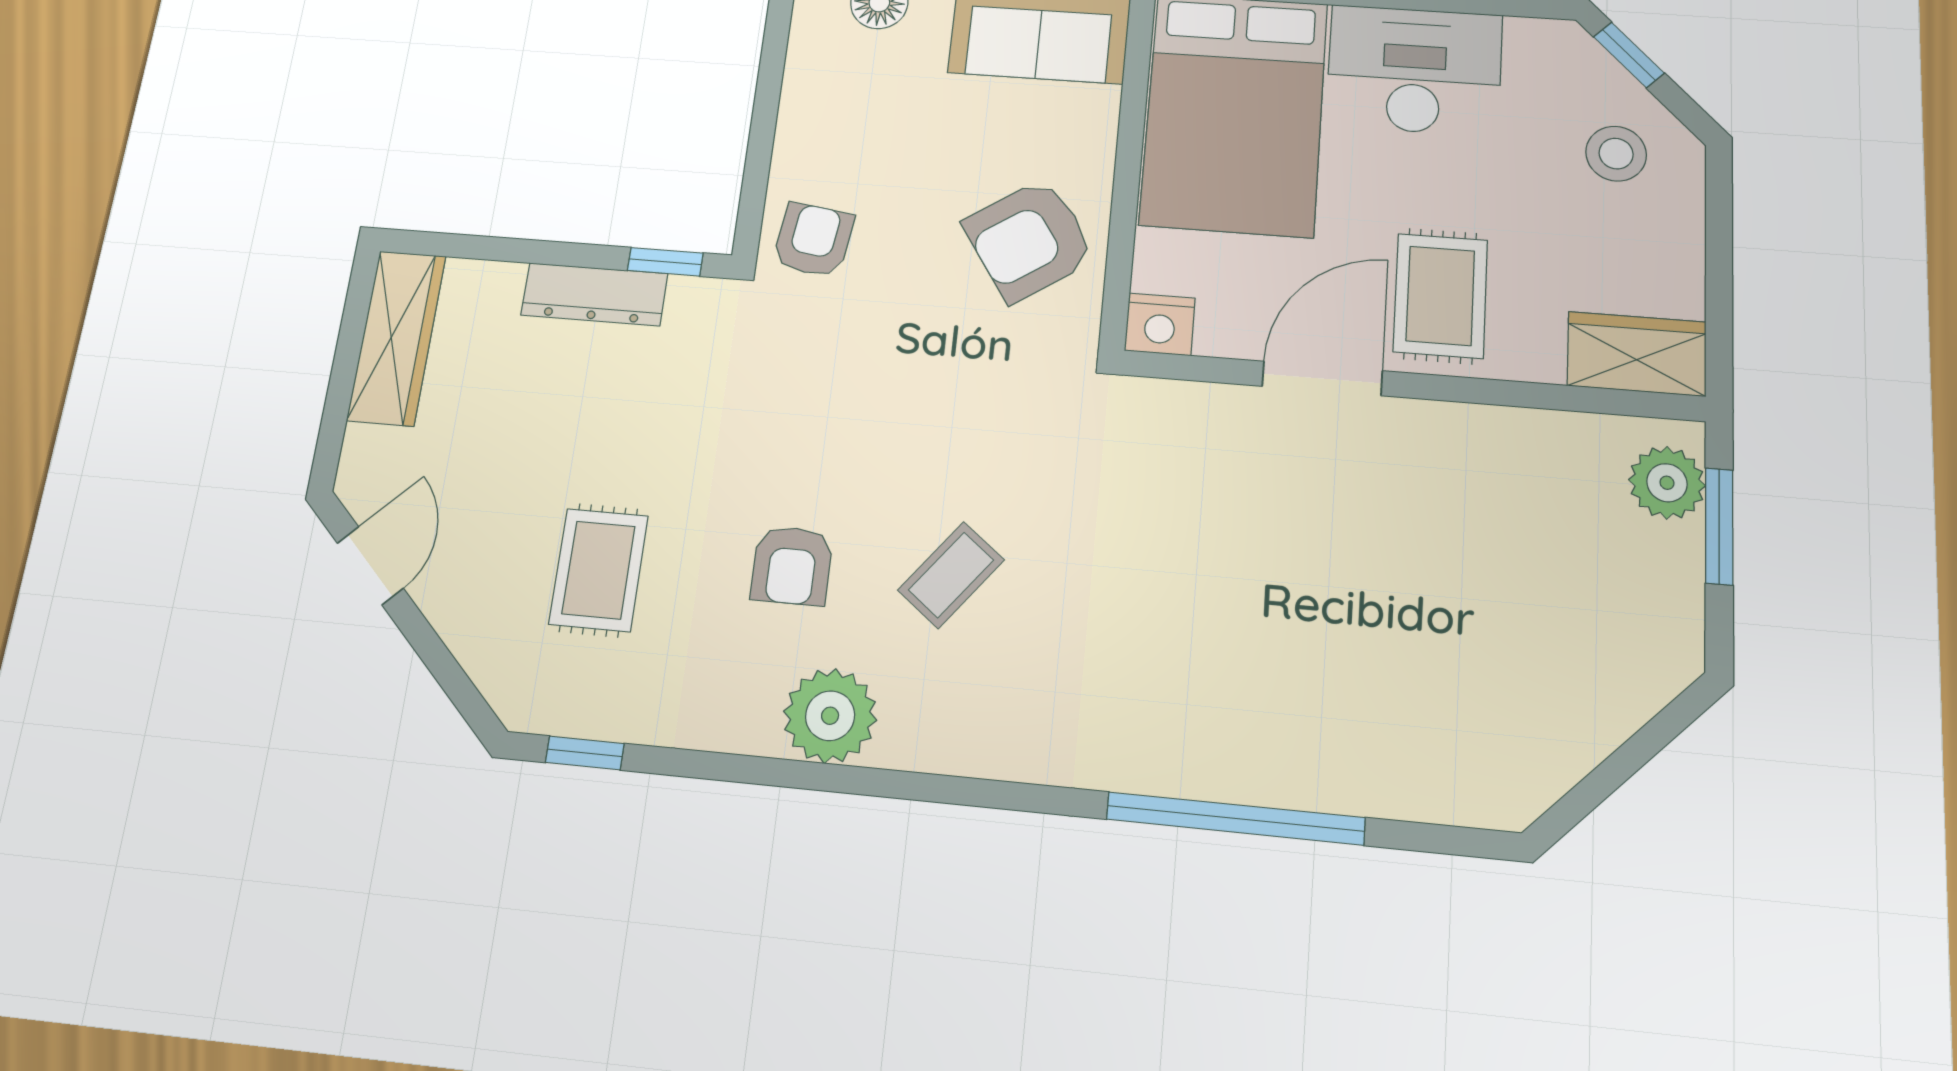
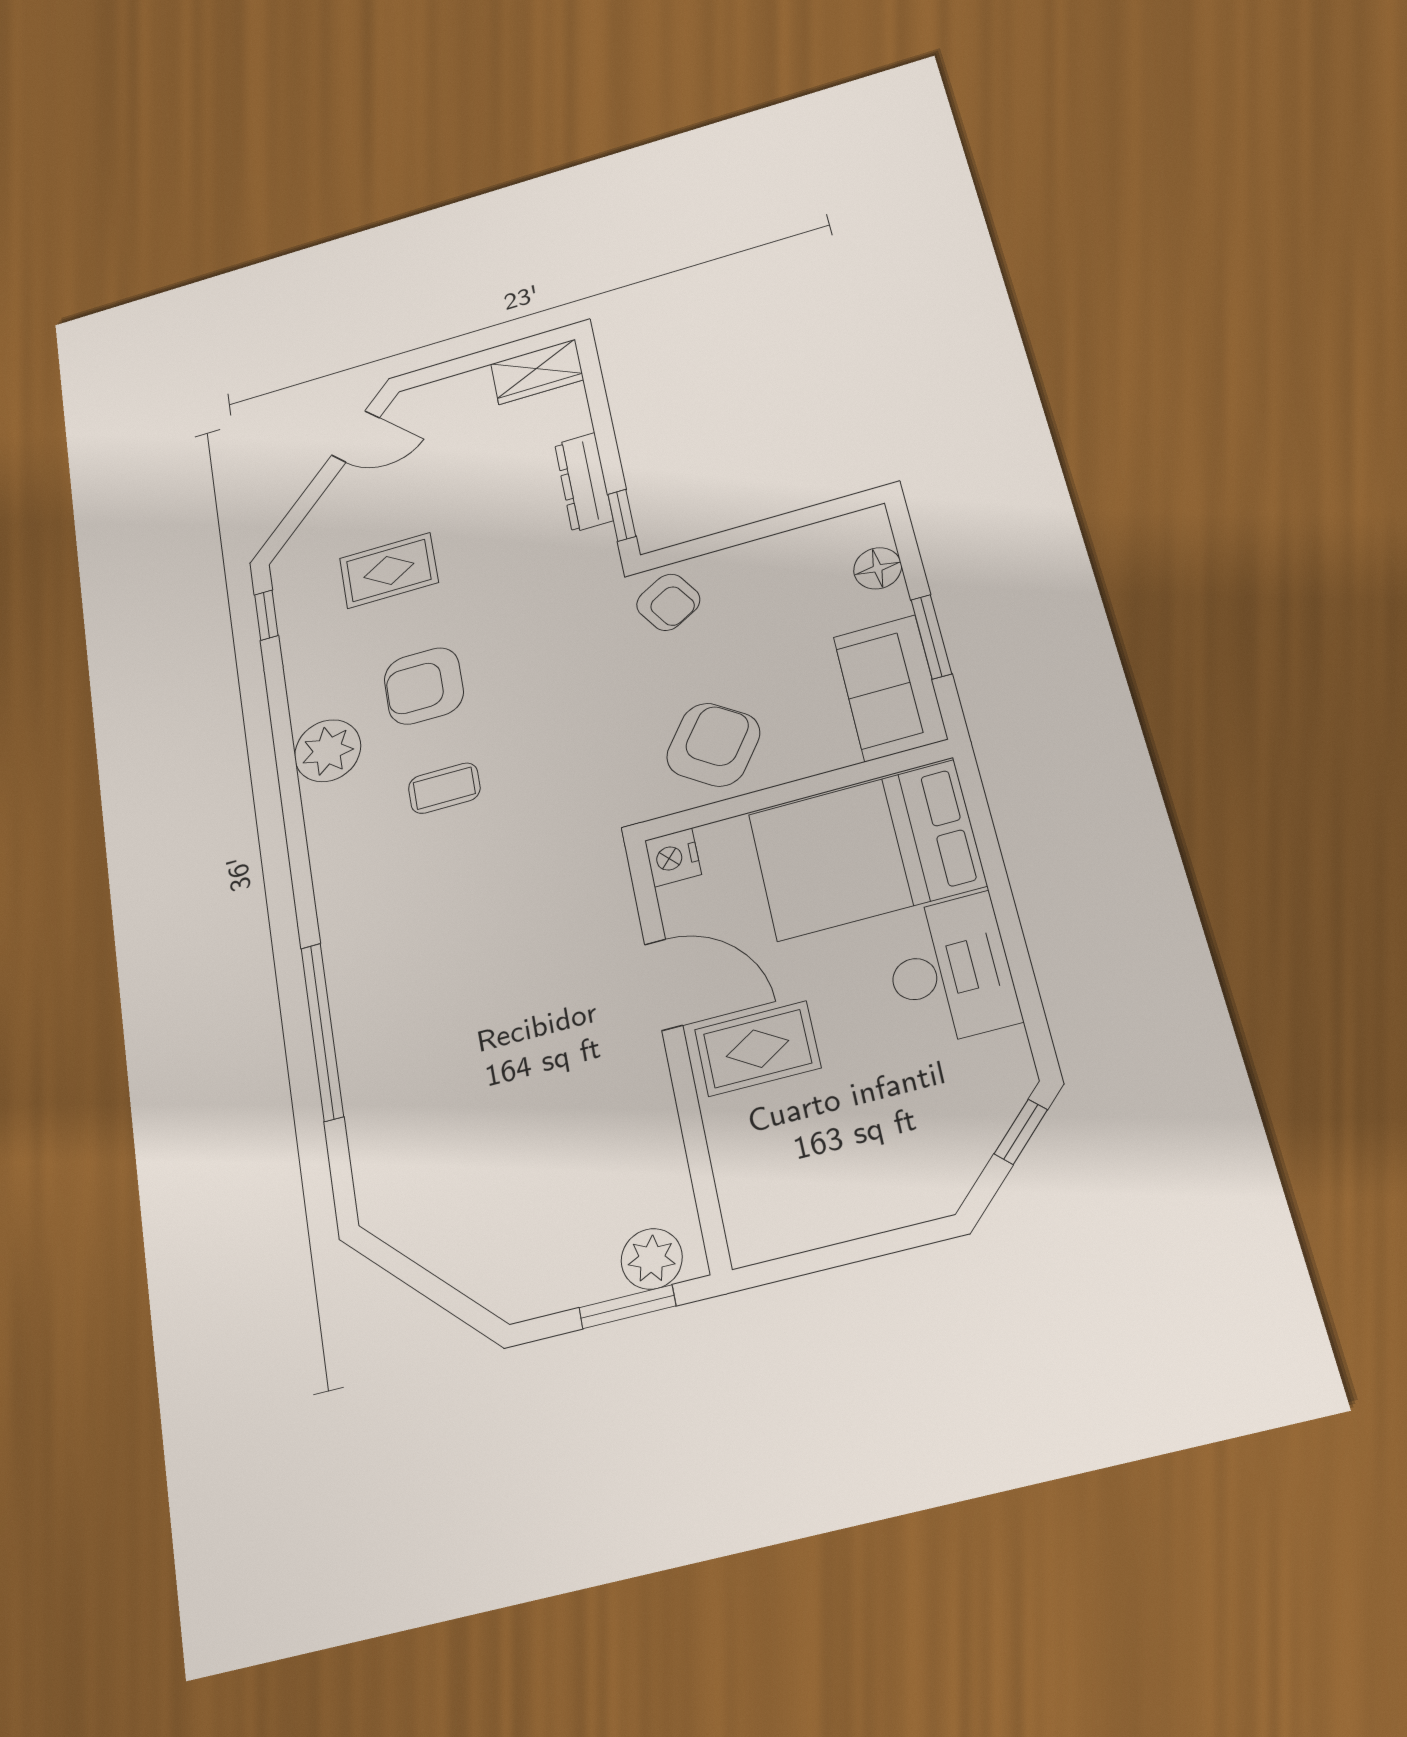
stool: (1616, 154) -> (925, 1146), removed
armchair: (813, 240) -> (668, 602), turned 51
armchair: (1029, 240) -> (713, 745), turned 69
wardrobe: (397, 338) -> (537, 372), width x0.67
wardrobe: (1637, 354) -> (753, 1208), removed
armchair: (792, 566) -> (424, 686), width x1.38, depth x1.38
coffee table: (951, 575) -> (444, 788), turned -38

